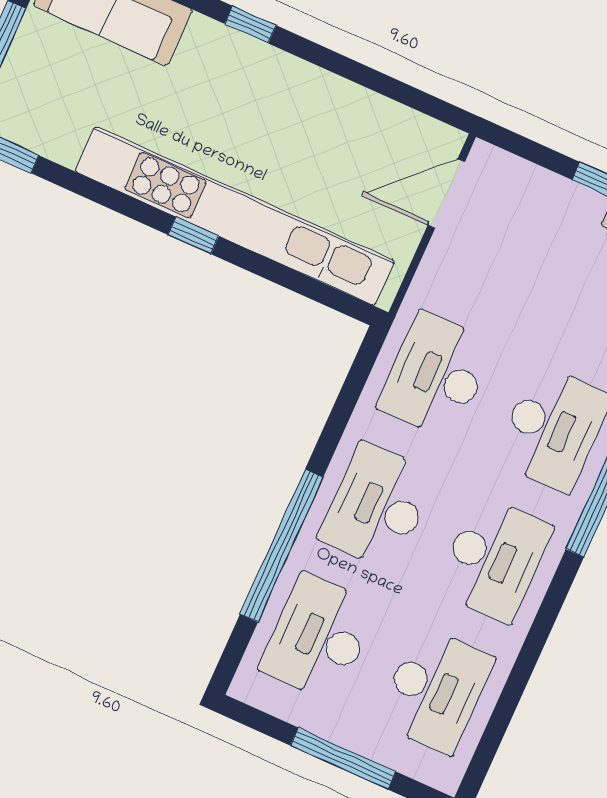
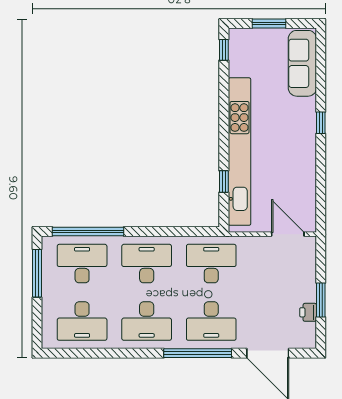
window: (193, 235) -> (224, 181), moved
window: (282, 546) -> (88, 232), moved
window: (343, 758) -> (37, 273), moved

